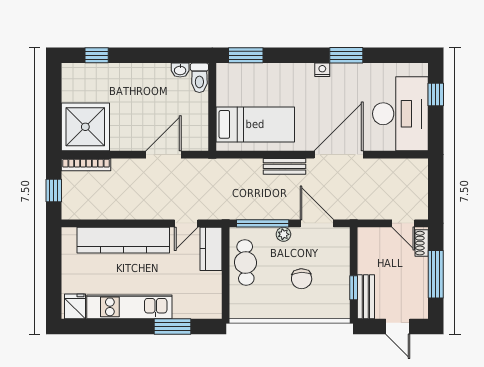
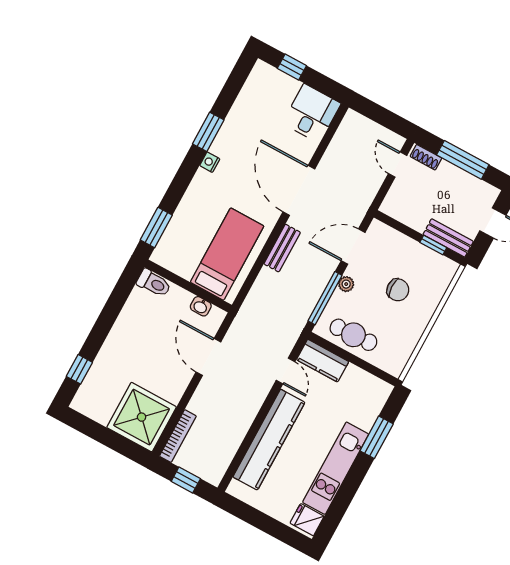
washbasin: (180, 70) -> (201, 306), moved, turned 90
desk: (400, 114) -> (312, 113), width x0.53, depth x0.77
door: (403, 223) -> (398, 165), swing flipped

